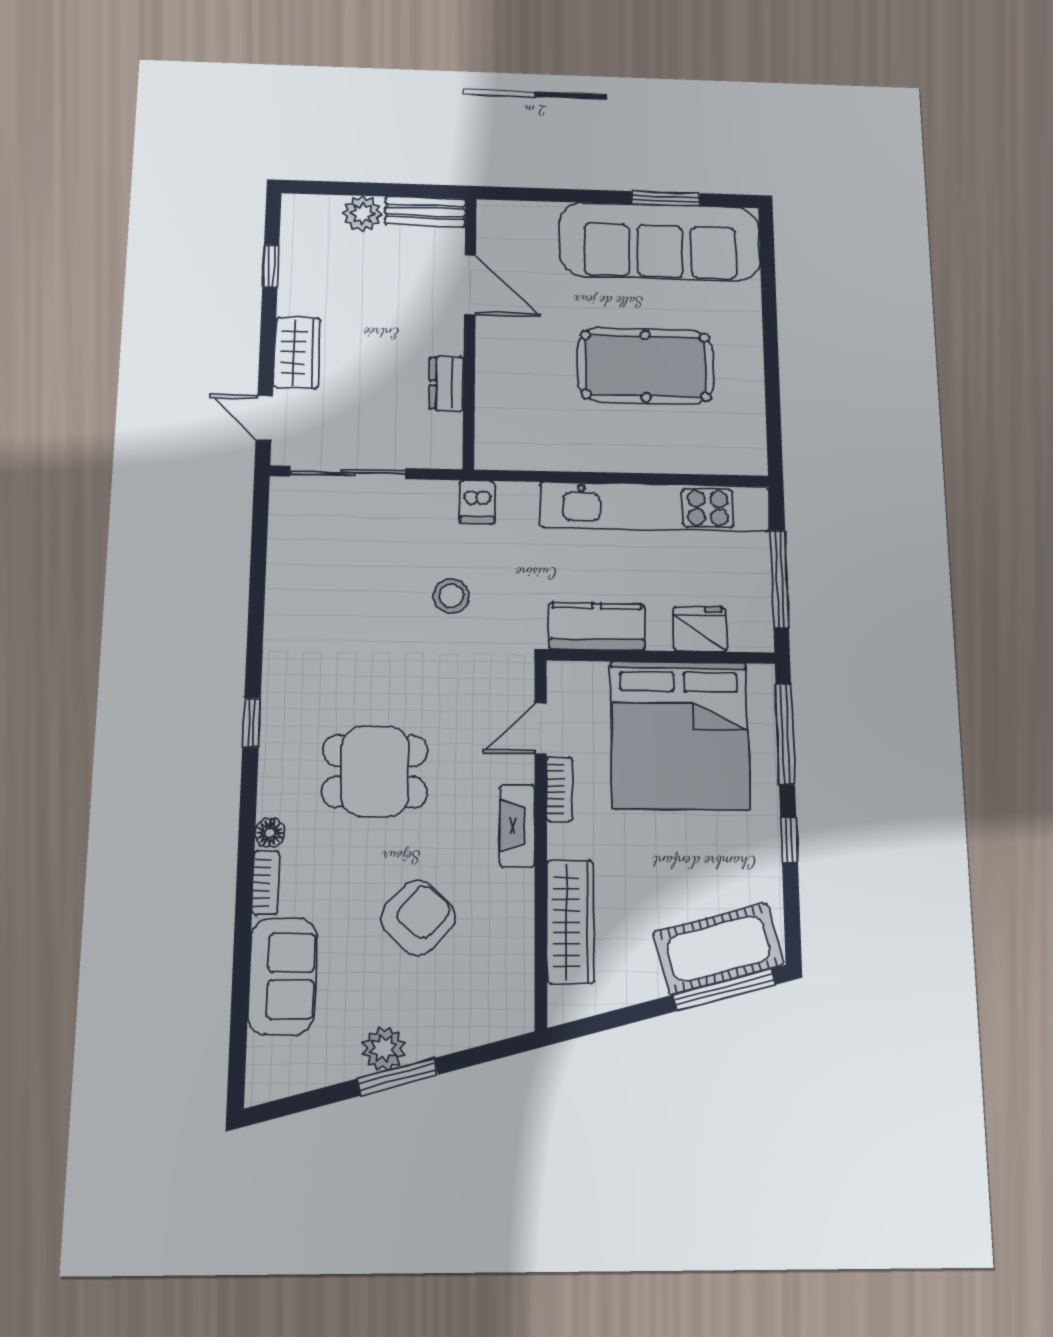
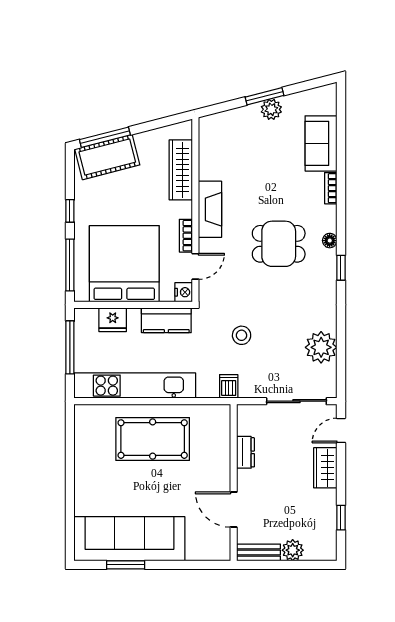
pool table: (646, 366) -> (153, 439), moved
door: (264, 418) -> (341, 430), swing flipped
plant: (297, 571) -> (321, 347), added
nightstand: (564, 679) -> (184, 292), added
fireplace: (517, 826) -> (210, 209), width x1.37, depth x1.32
floor lamp: (270, 833) -> (330, 241), moved
armchair: (418, 918) -> (256, 172), removed

